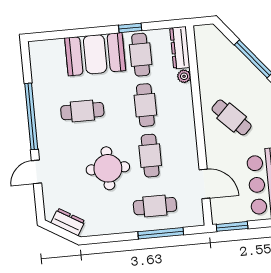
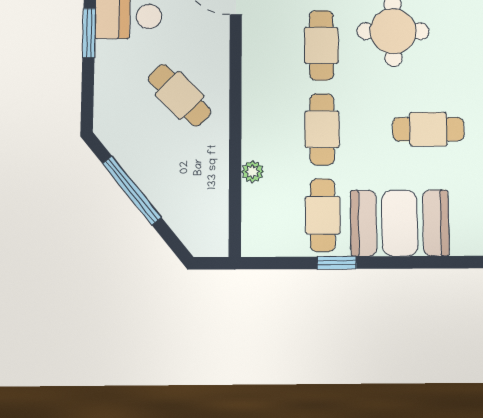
dresser: (180, 48) -> (255, 221), removed

